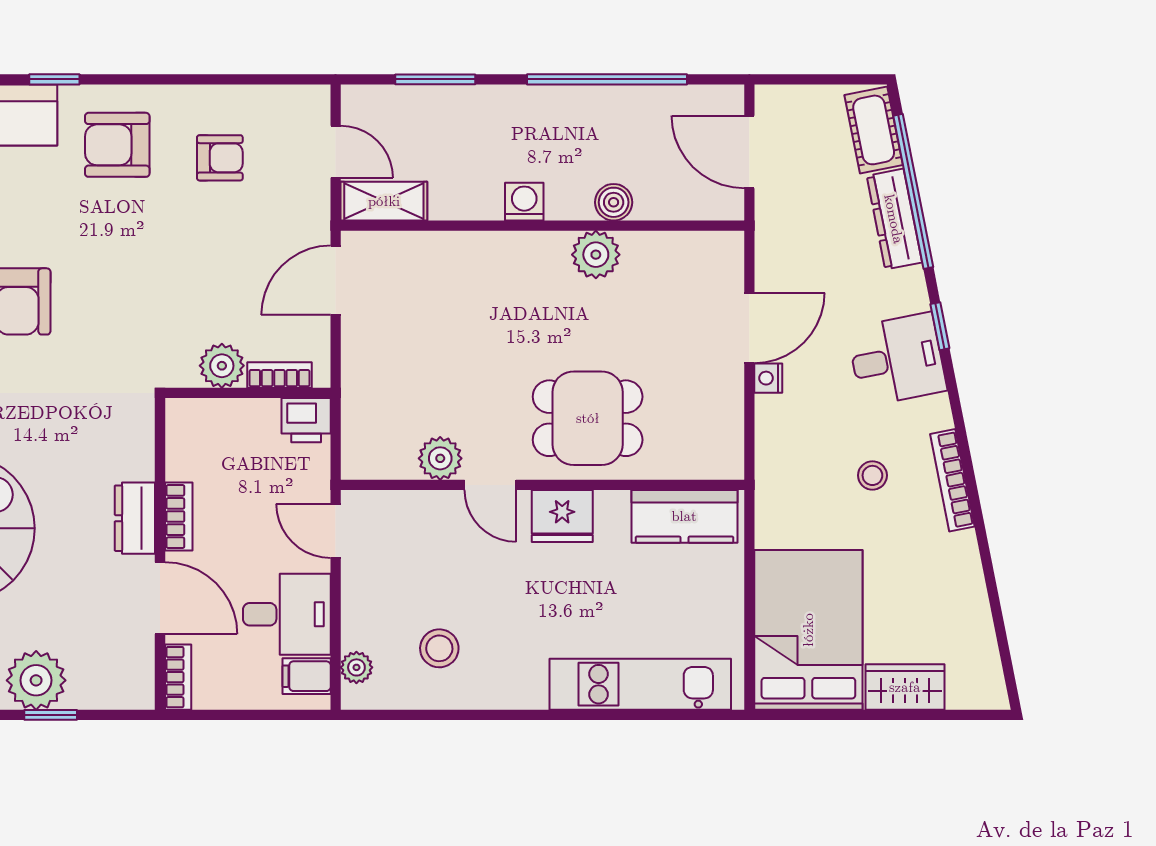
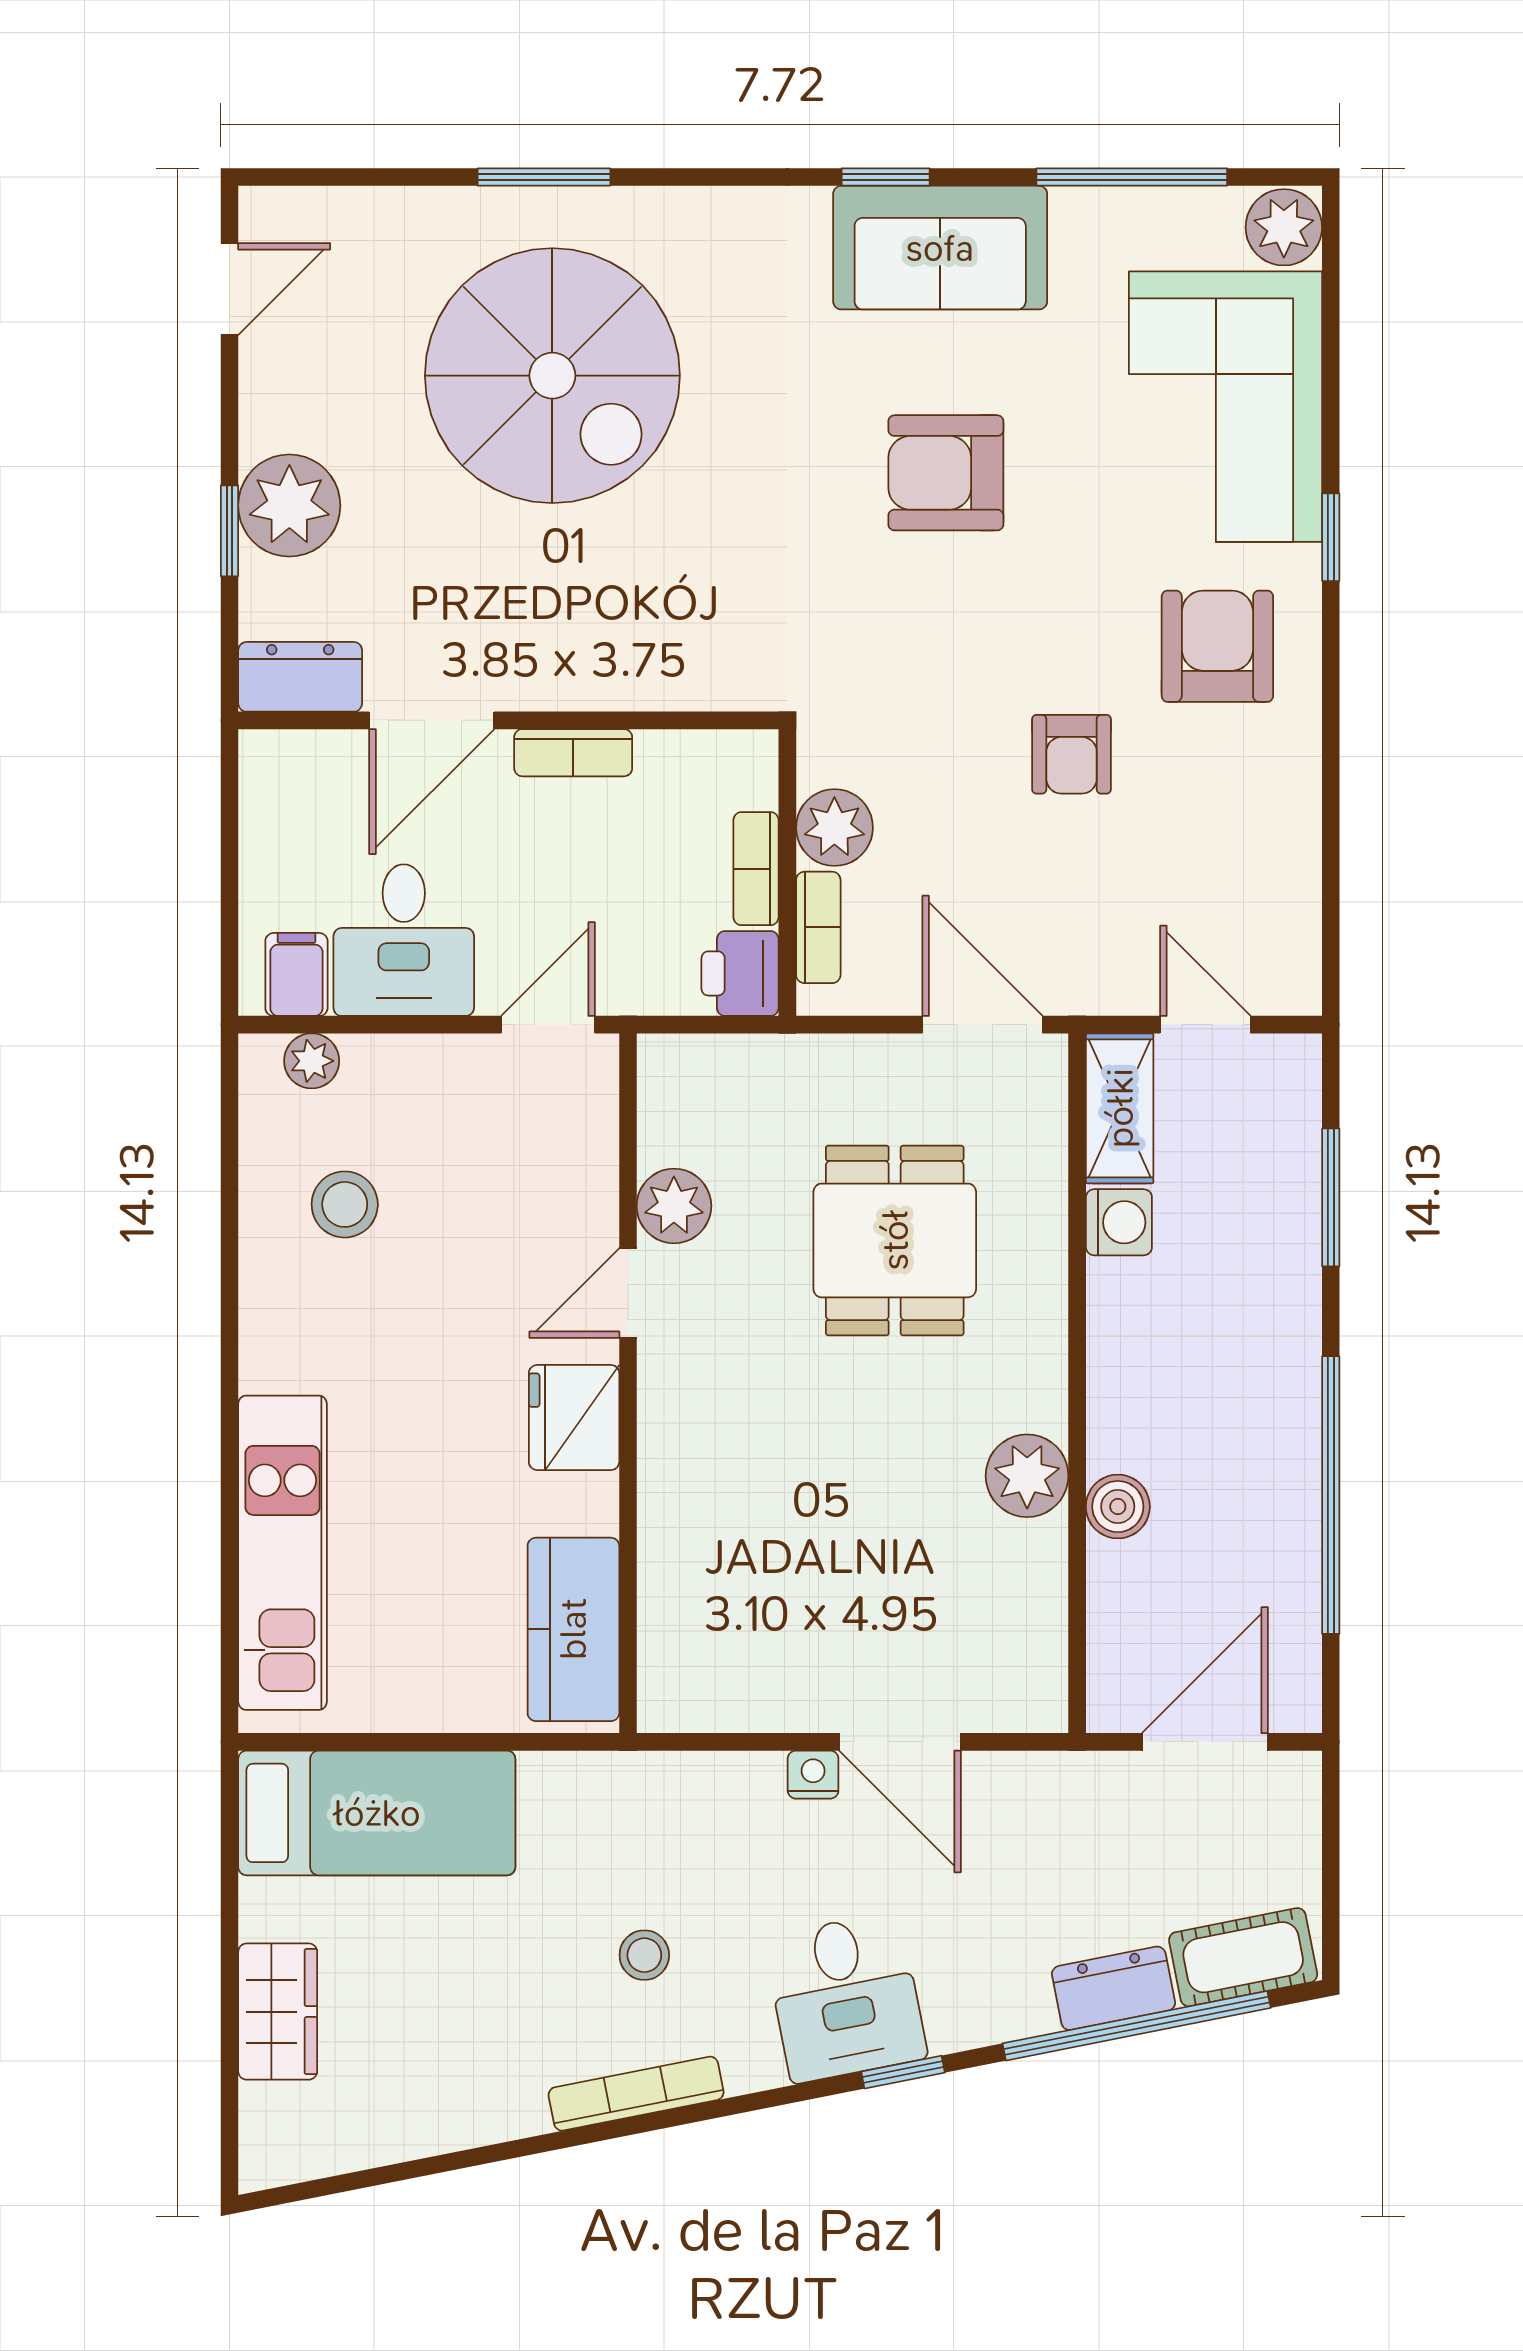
door: (336, 152) -> (1205, 1025), swing flipped
armchair: (220, 158) -> (1072, 754), moved
washing machine: (524, 202) -> (1119, 1222), moved
dresser: (894, 219) -> (1113, 1988), width x0.70
dining table: (588, 418) -> (895, 1240), moved
dresser: (135, 518) -> (300, 677), moved
bed: (808, 630) -> (377, 1813), width x0.67
bookcase: (178, 677) -> (756, 869), moved, turned 90

